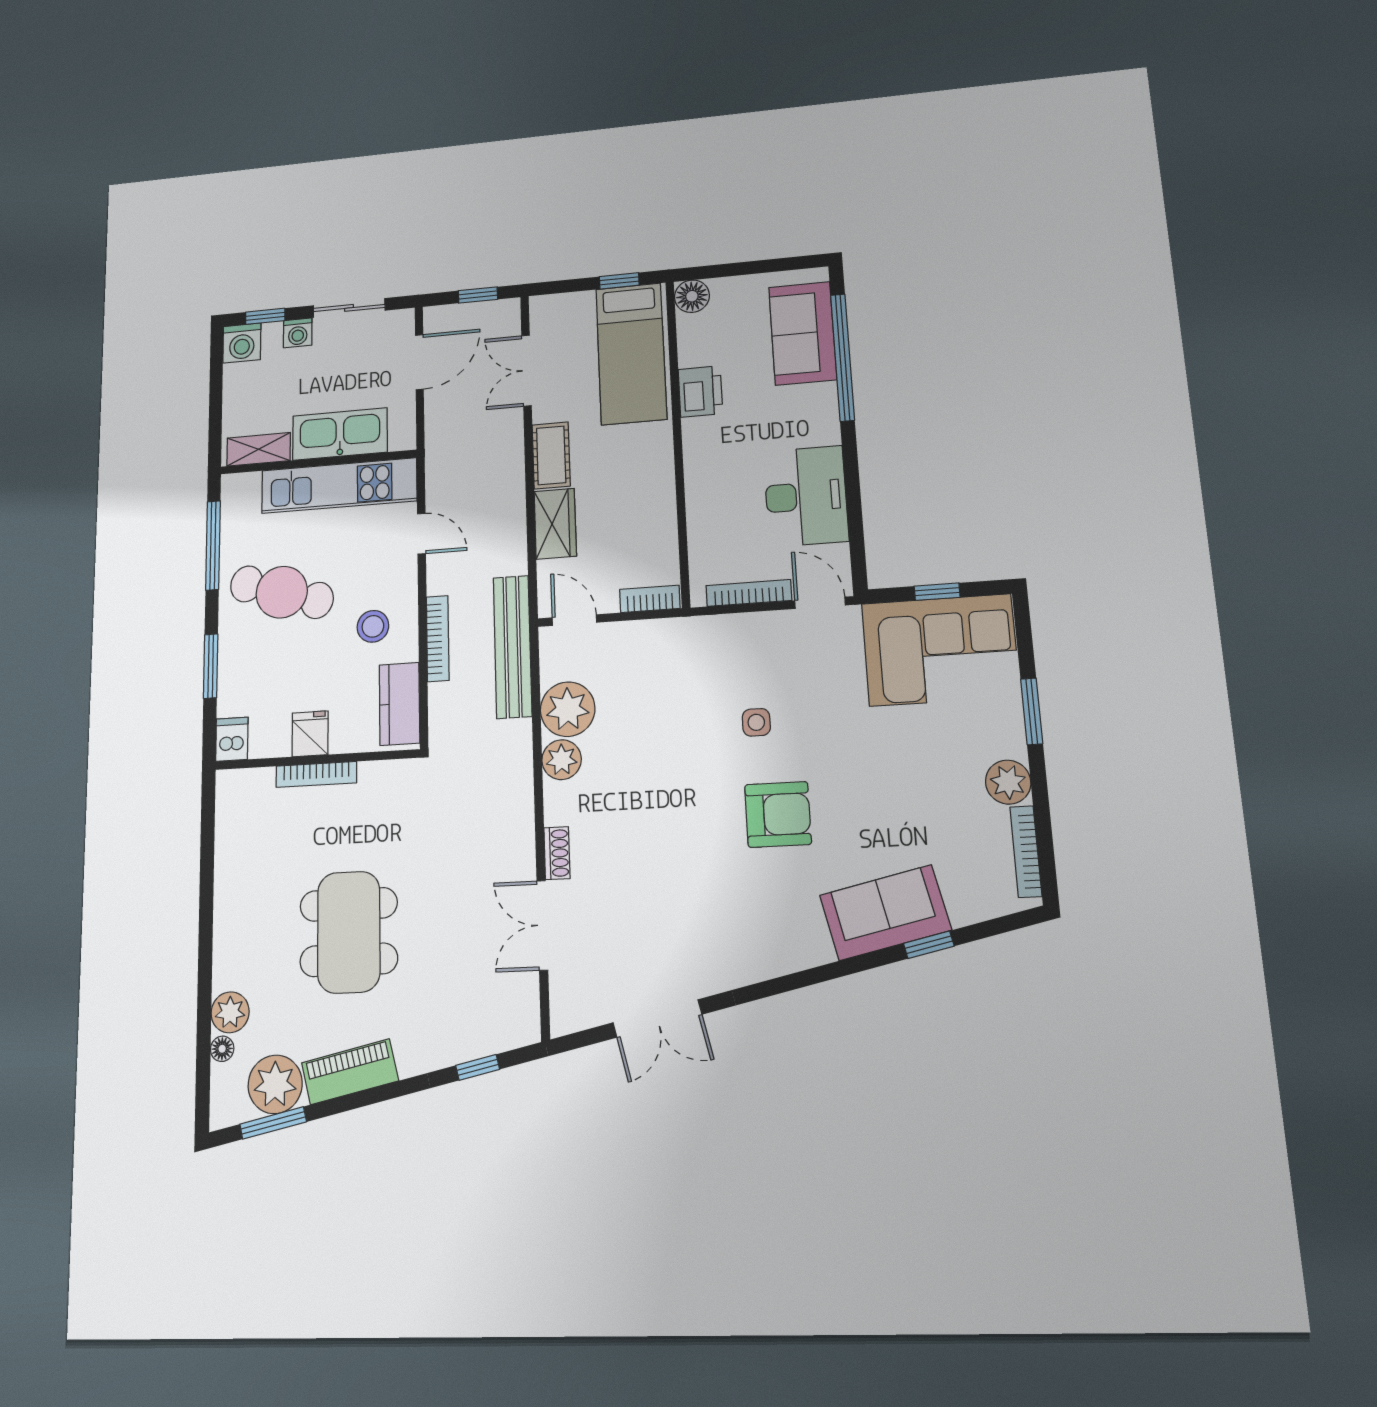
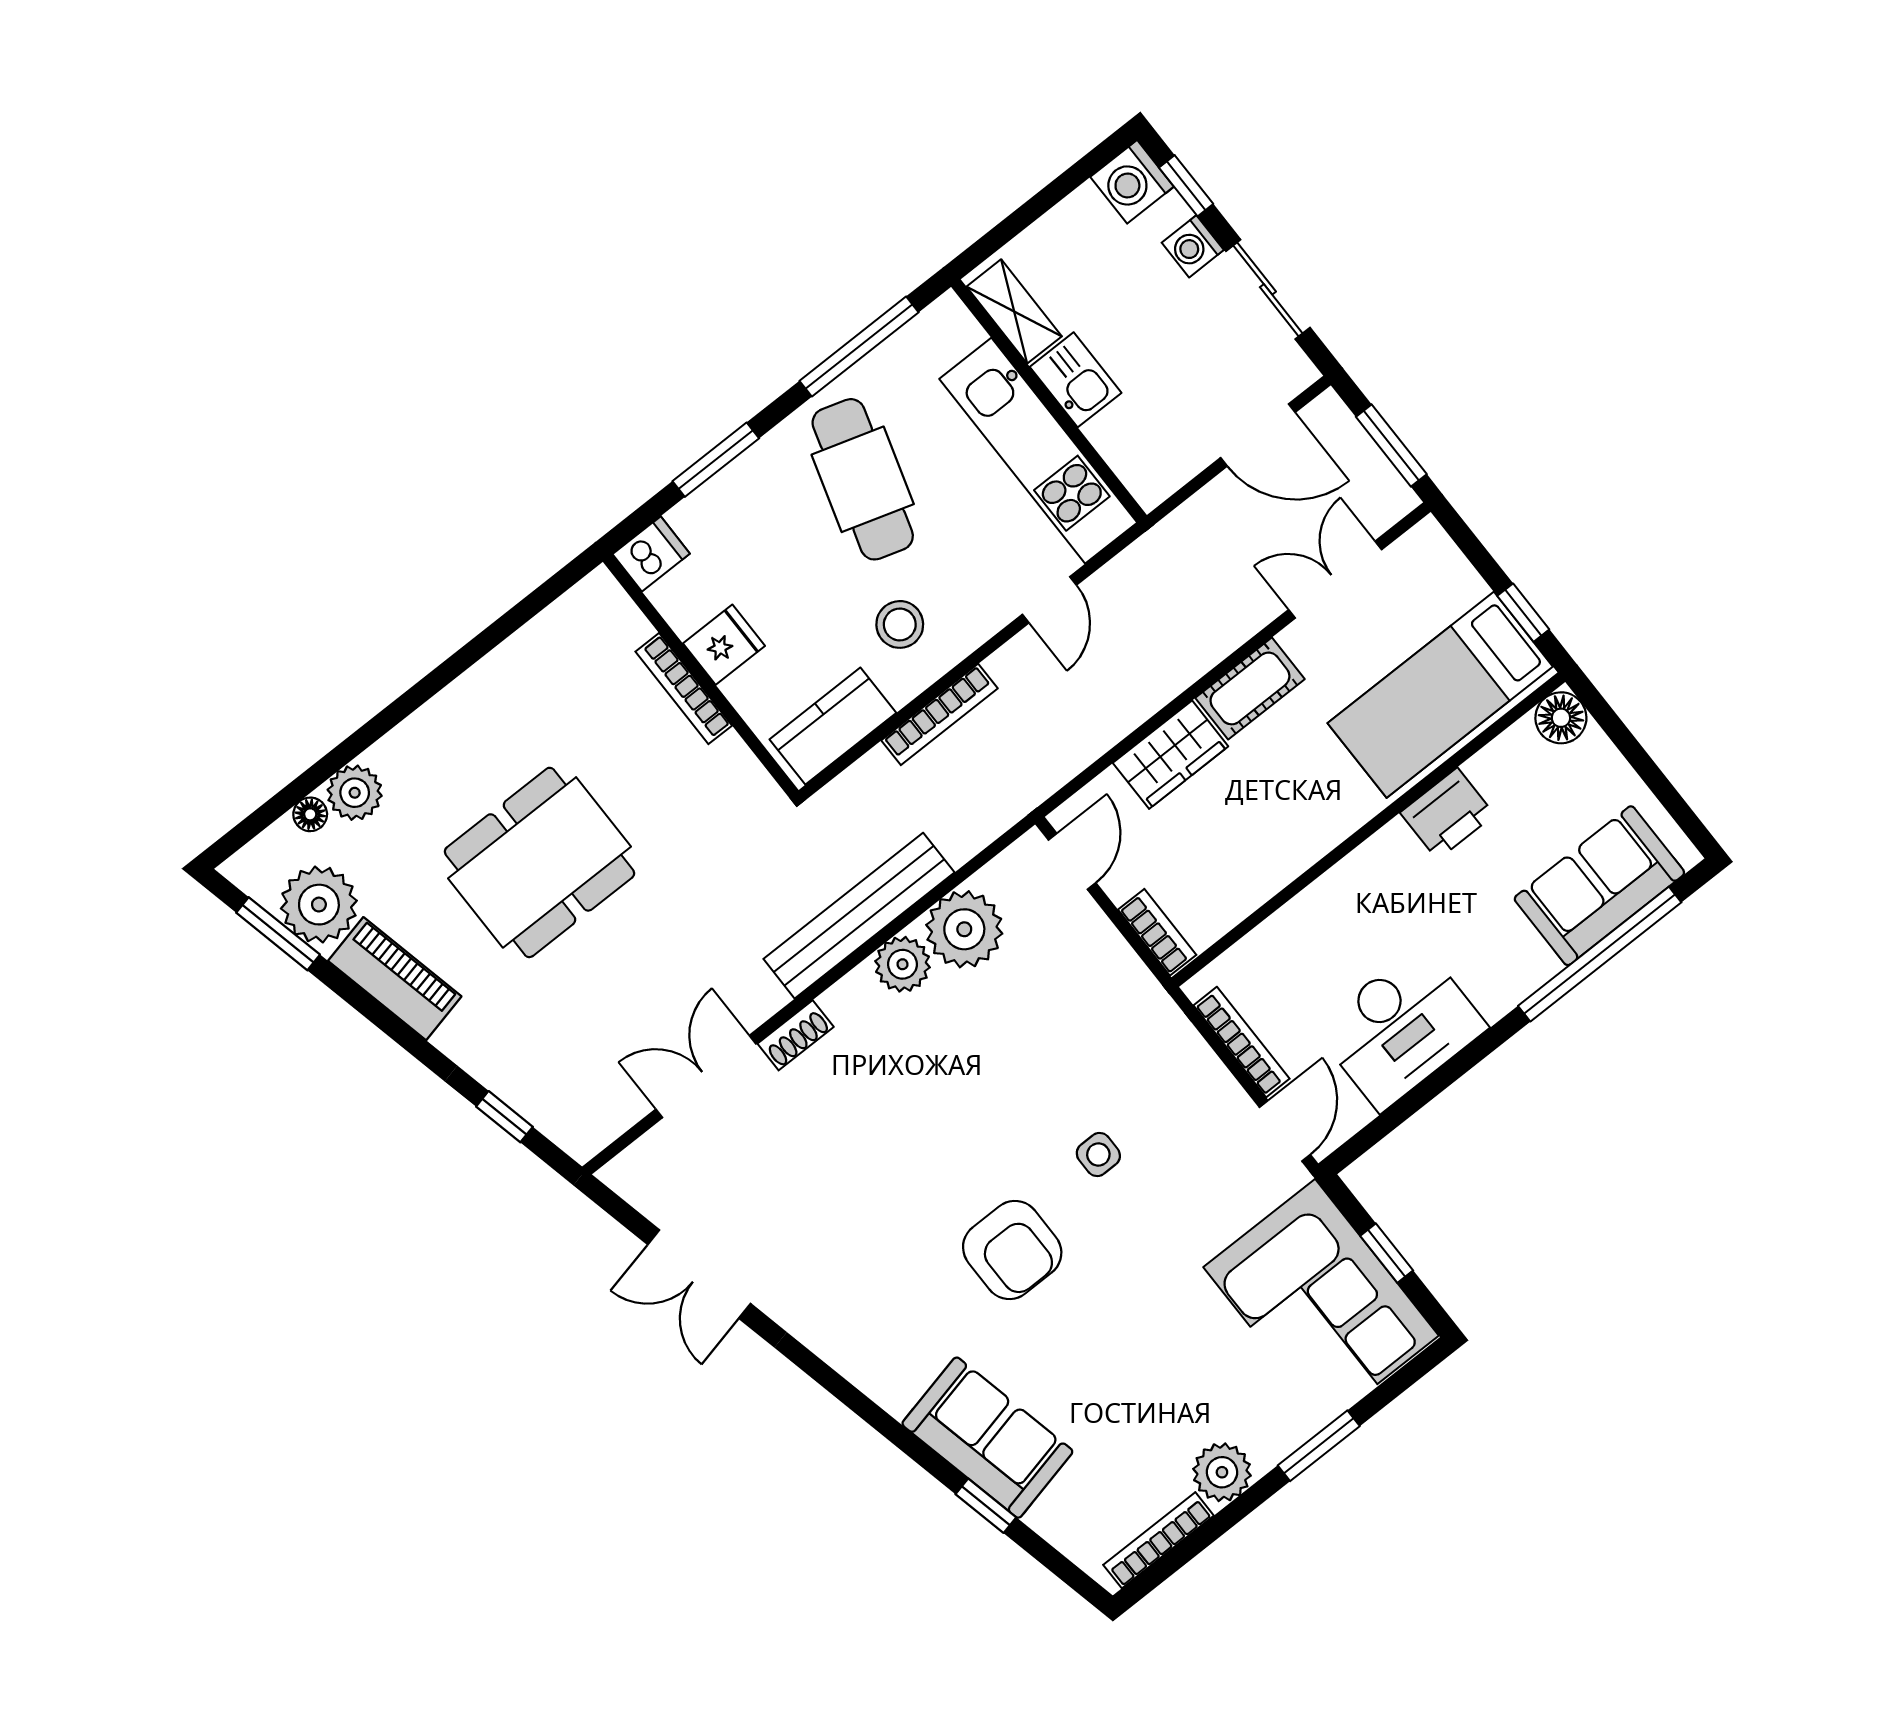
window: (478, 295) -> (1391, 446), width x1.50
kitchen sink: (340, 434) -> (1076, 380), width x0.53, depth x0.81
bench: (512, 647) -> (859, 916), moved

